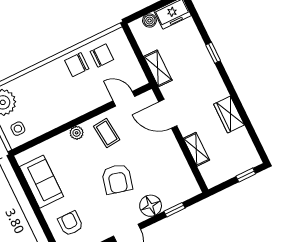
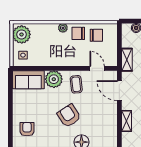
plant: (53, 67) -> (63, 28), added
plant: (77, 133) -> (54, 79), width x1.87, depth x1.87
armchair: (117, 179) -> (69, 116), turned 133
sofa: (41, 182) -> (28, 80), moved, turned 90

